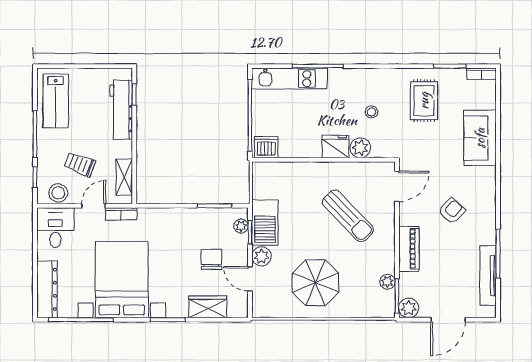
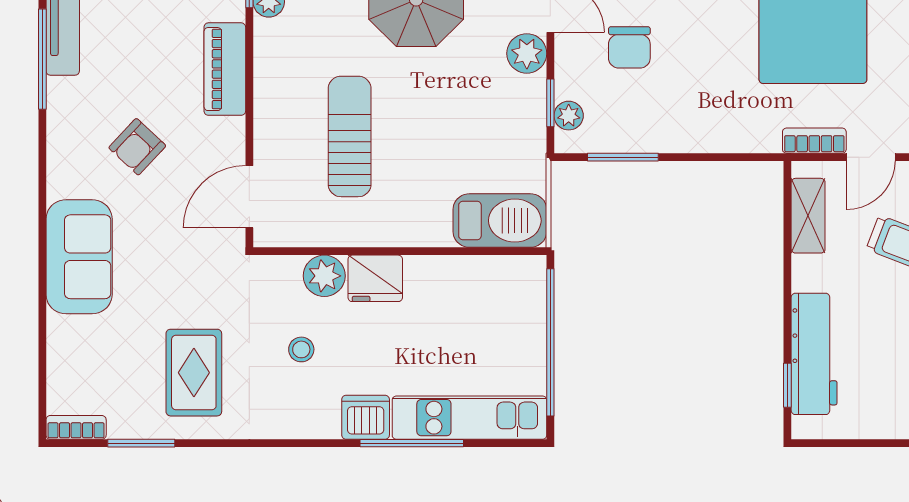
sofa: (480, 138) -> (79, 257), moved
dishwasher: (266, 147) -> (366, 417), moved, turned 180
sun lounger: (348, 216) -> (350, 136), turned 44
barbecue: (265, 222) -> (500, 221), moved, turned 90

